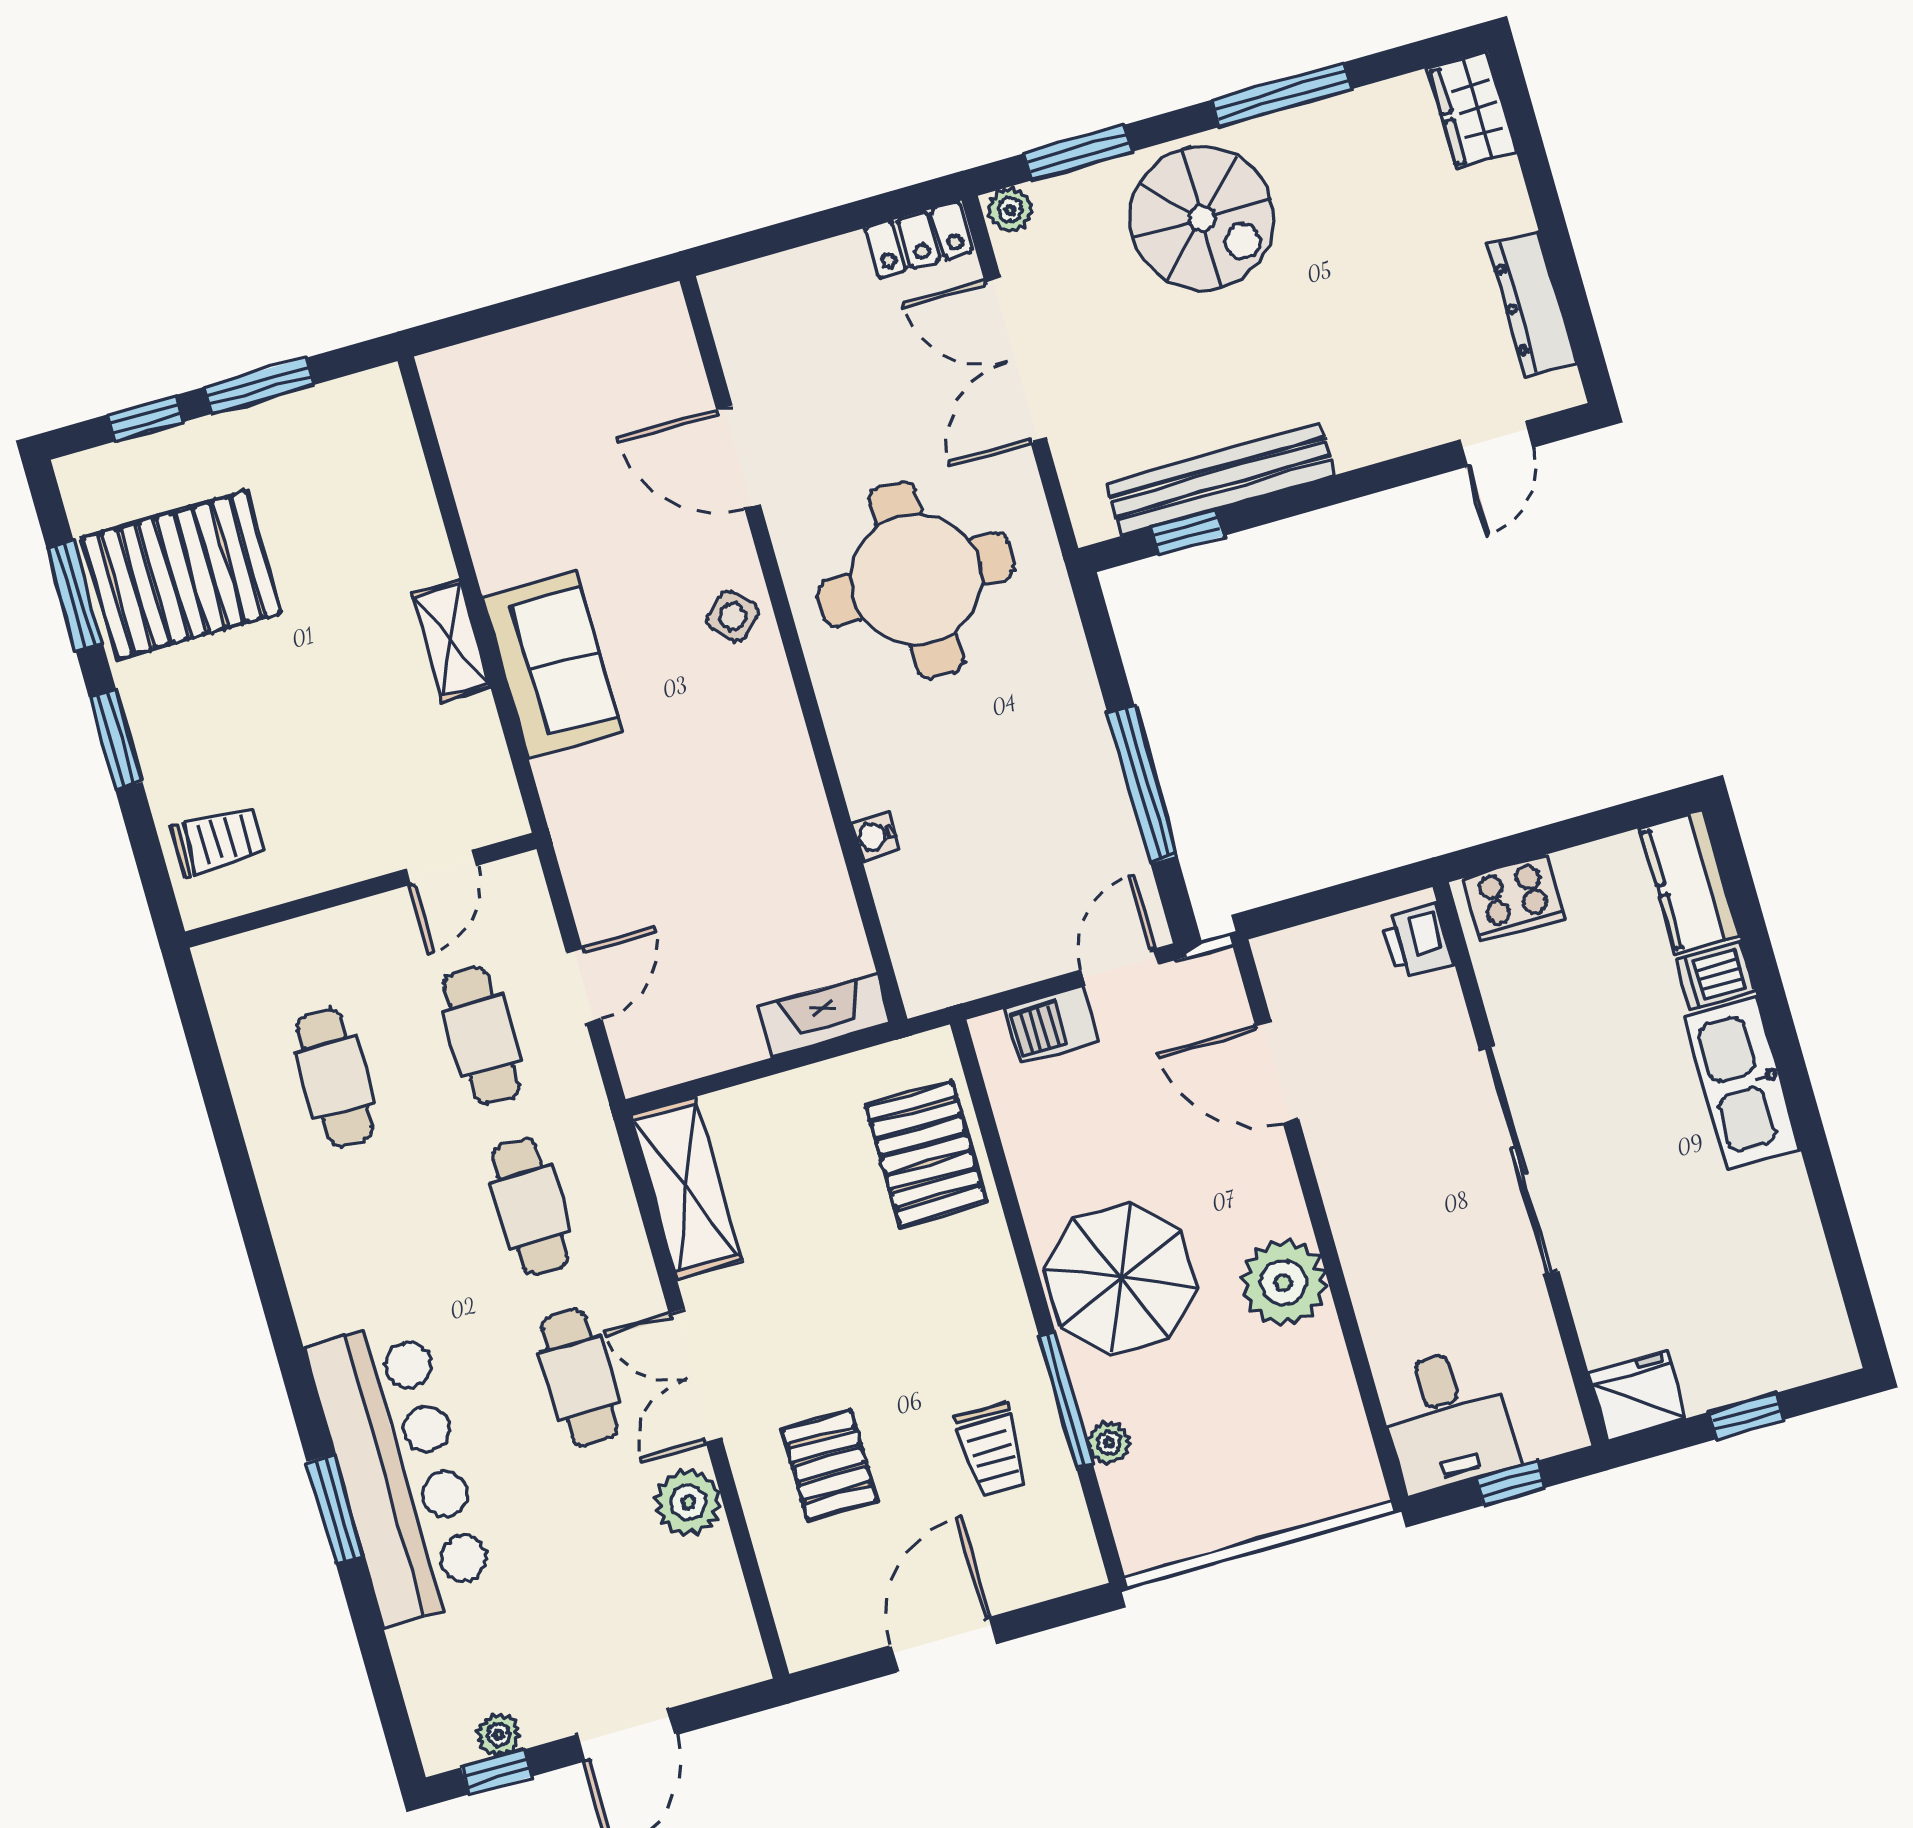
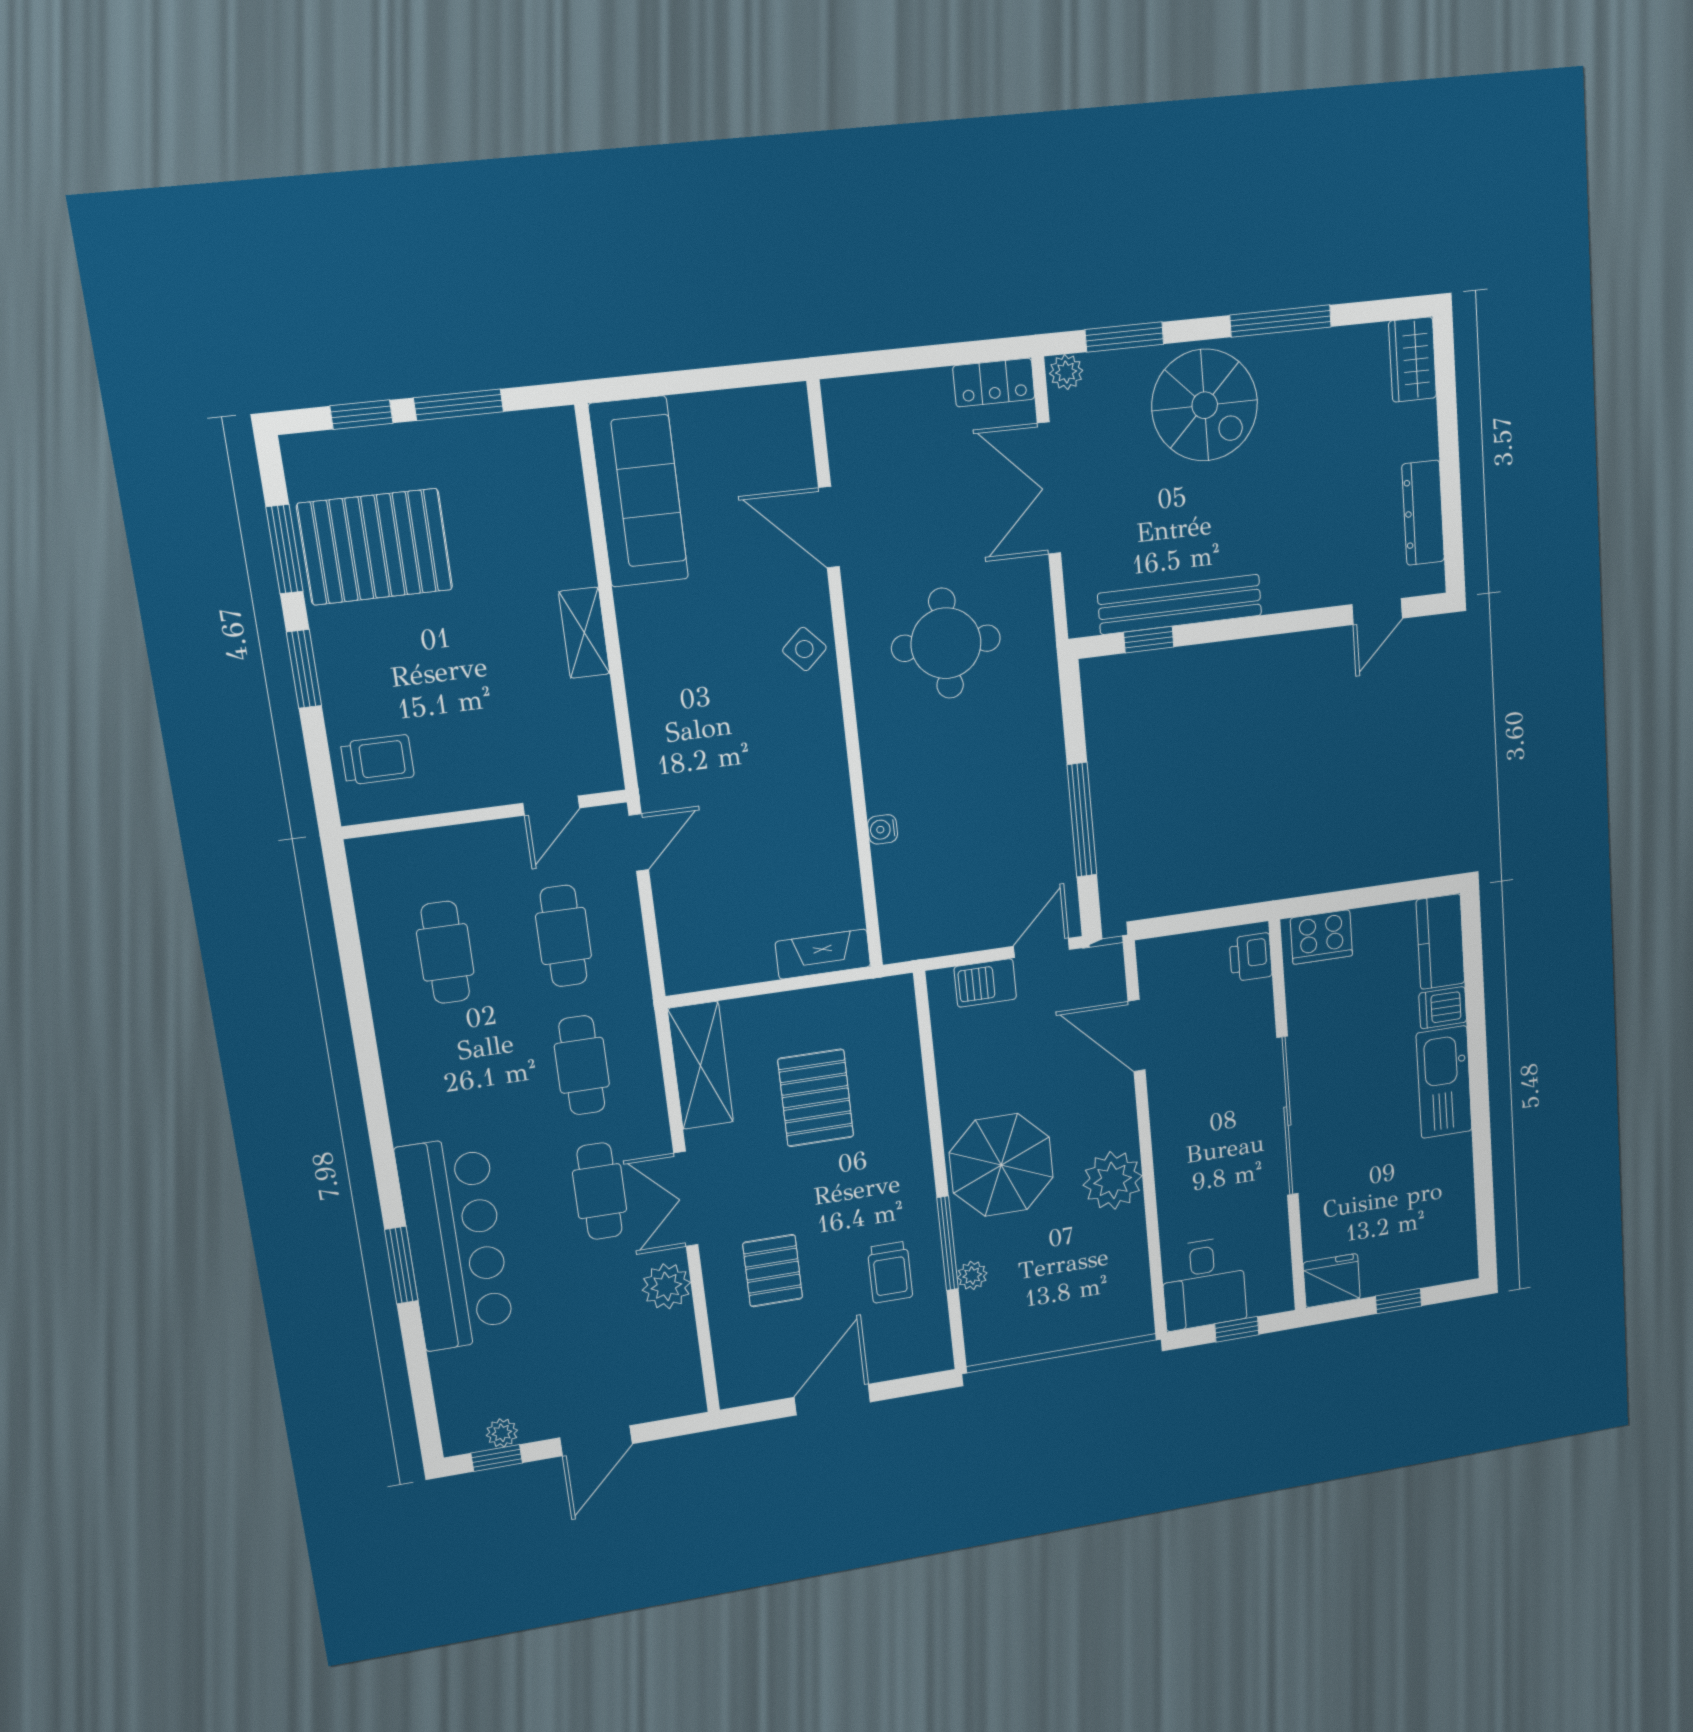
round table: (916, 580) -> (946, 643), width x0.73, depth x0.73
sofa: (552, 664) -> (639, 492), moved, width x1.36
door: (584, 986) -> (639, 842), moved
pallet: (926, 1154) -> (816, 1098), moved

